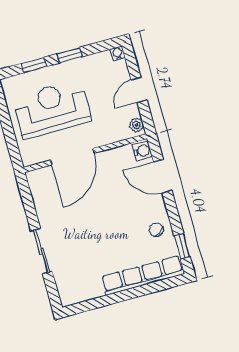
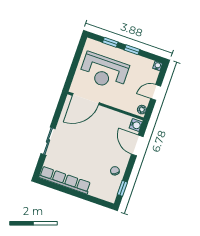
reception desk: (52, 109) -> (104, 71), turned 180
door: (72, 157) -> (86, 99), moved
row of seats: (143, 275) -> (65, 180), moved

